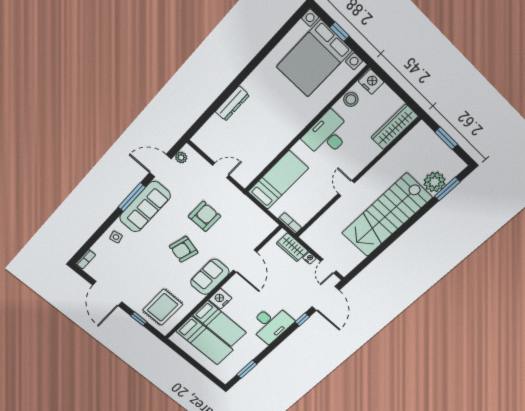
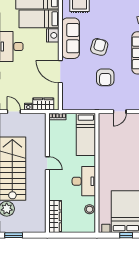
nightstand: (371, 82) -> (88, 227), removed
window: (446, 138) -> (14, 235), moved
sofa: (210, 277) -> (71, 38), width x1.36

